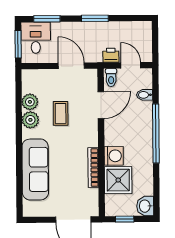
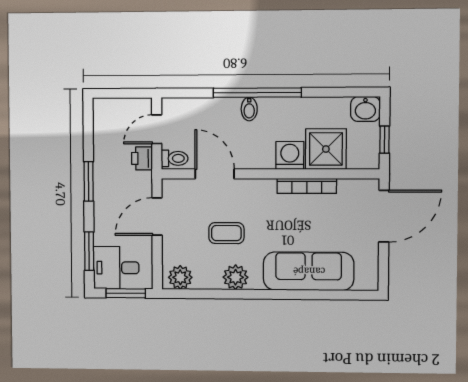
bidet: (145, 95) -> (249, 109), moved
plant: (30, 102) -> (180, 277), moved

